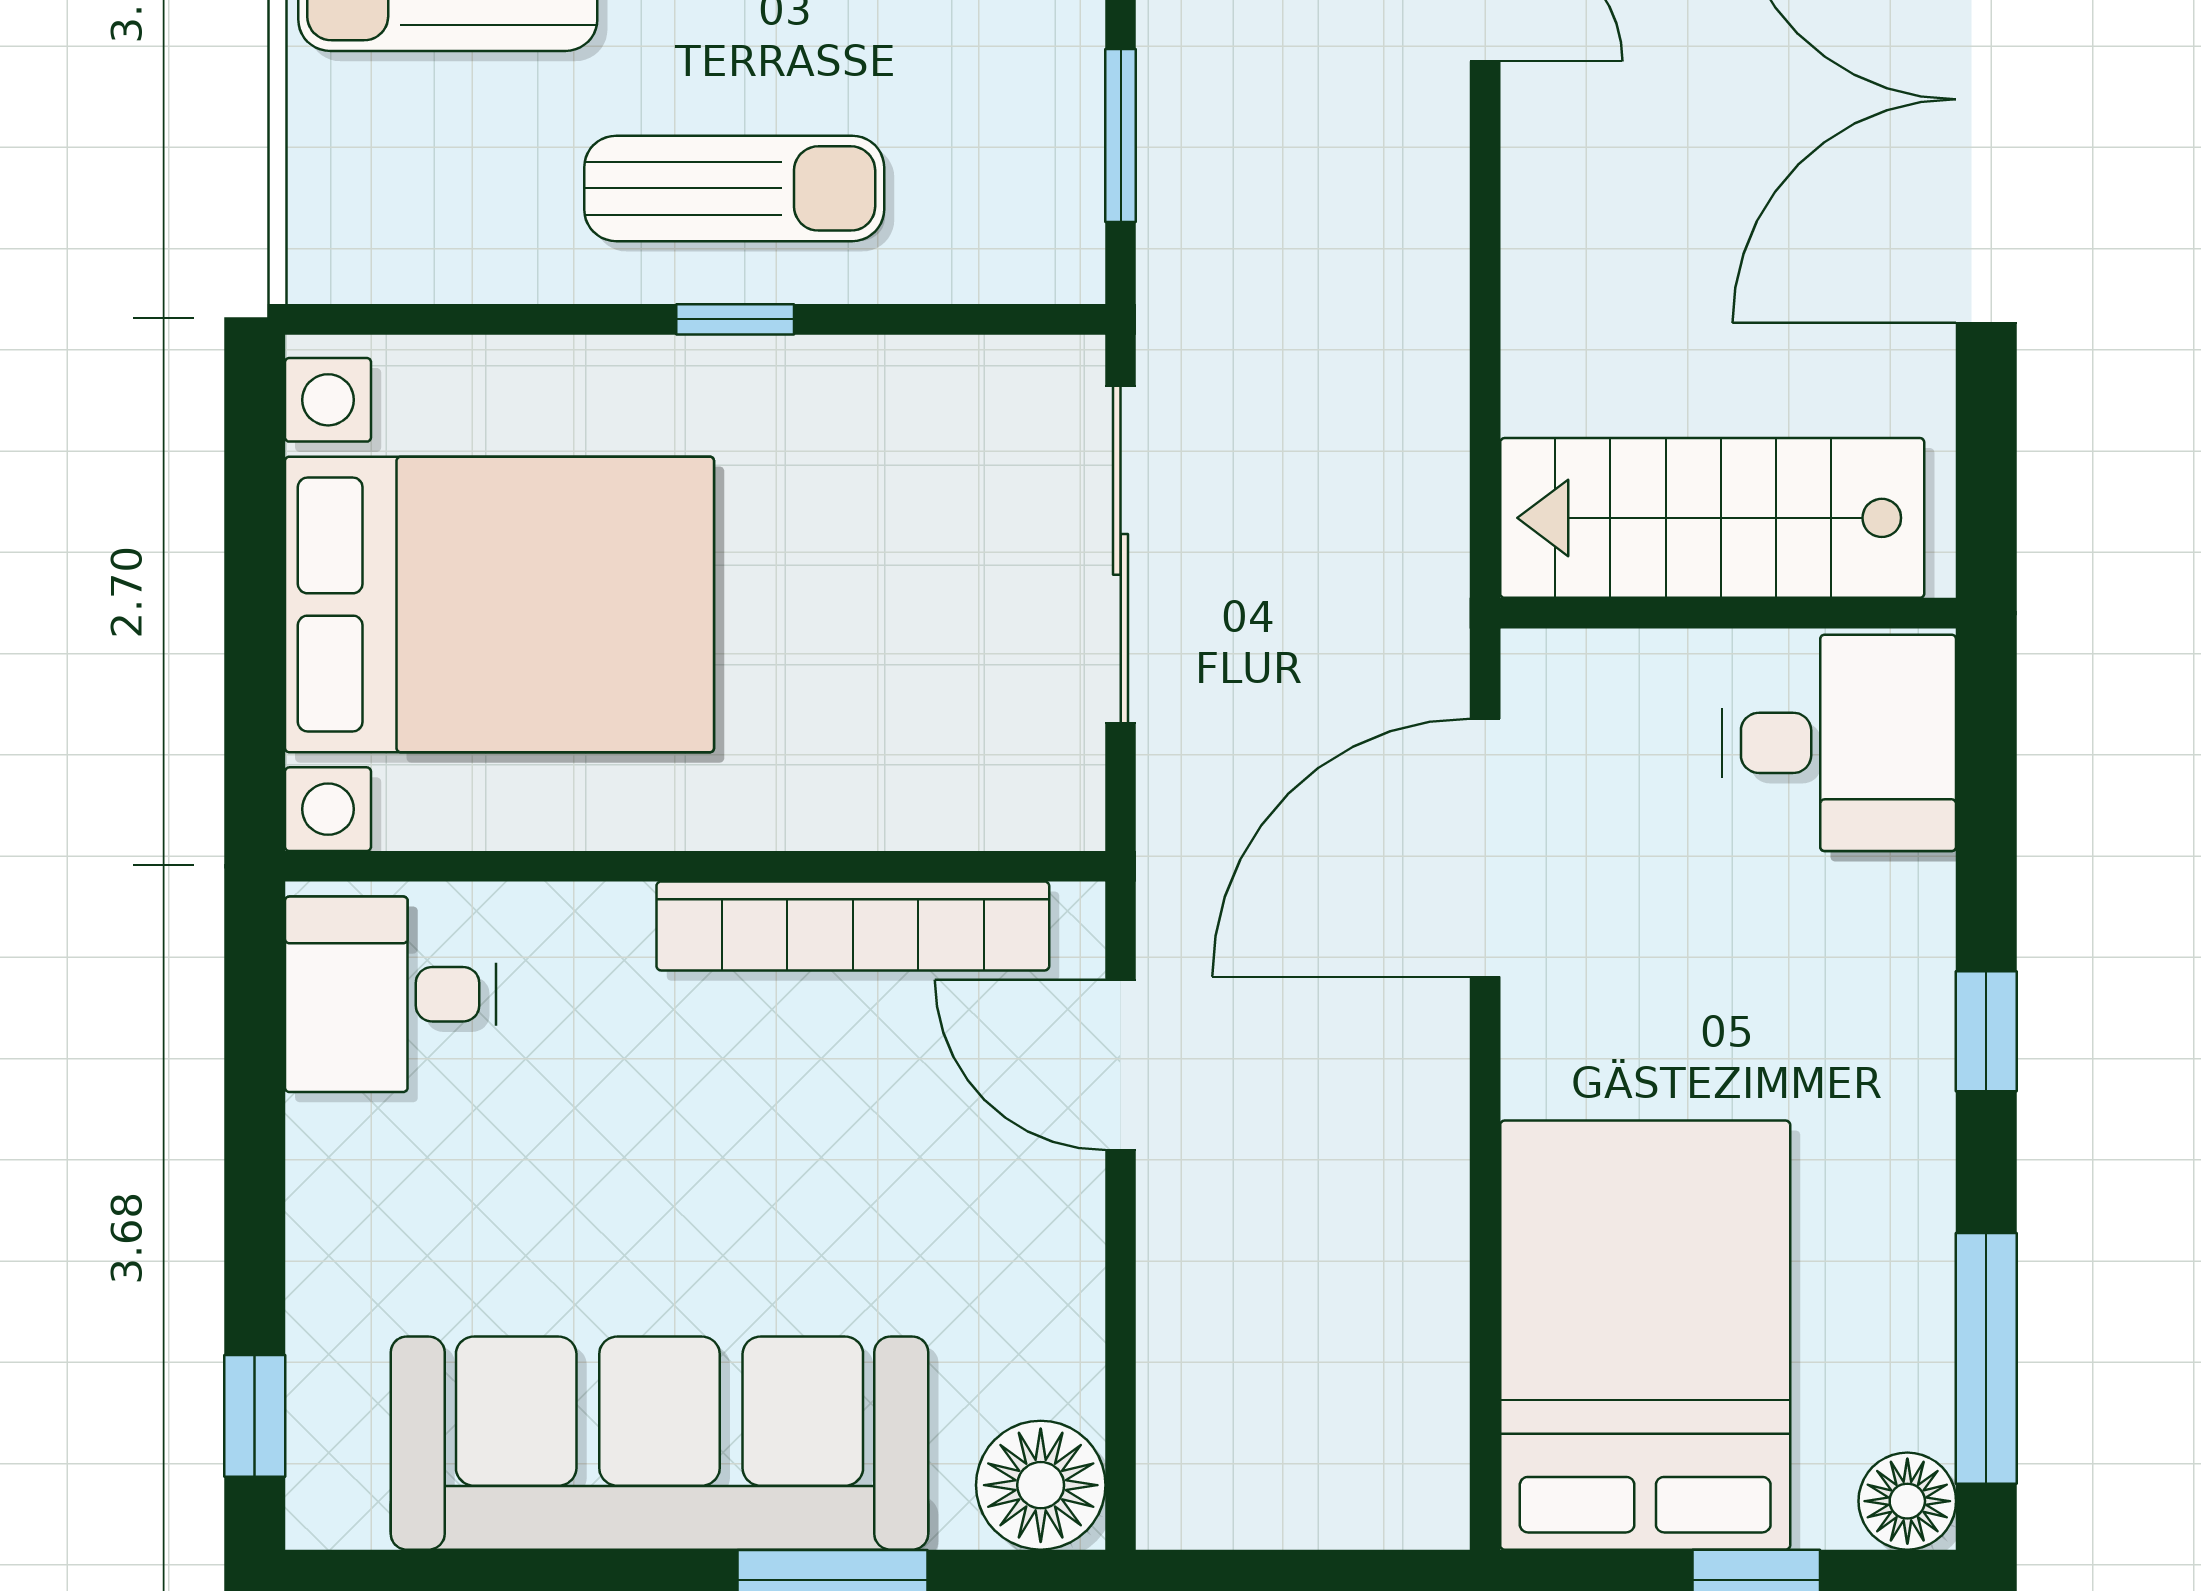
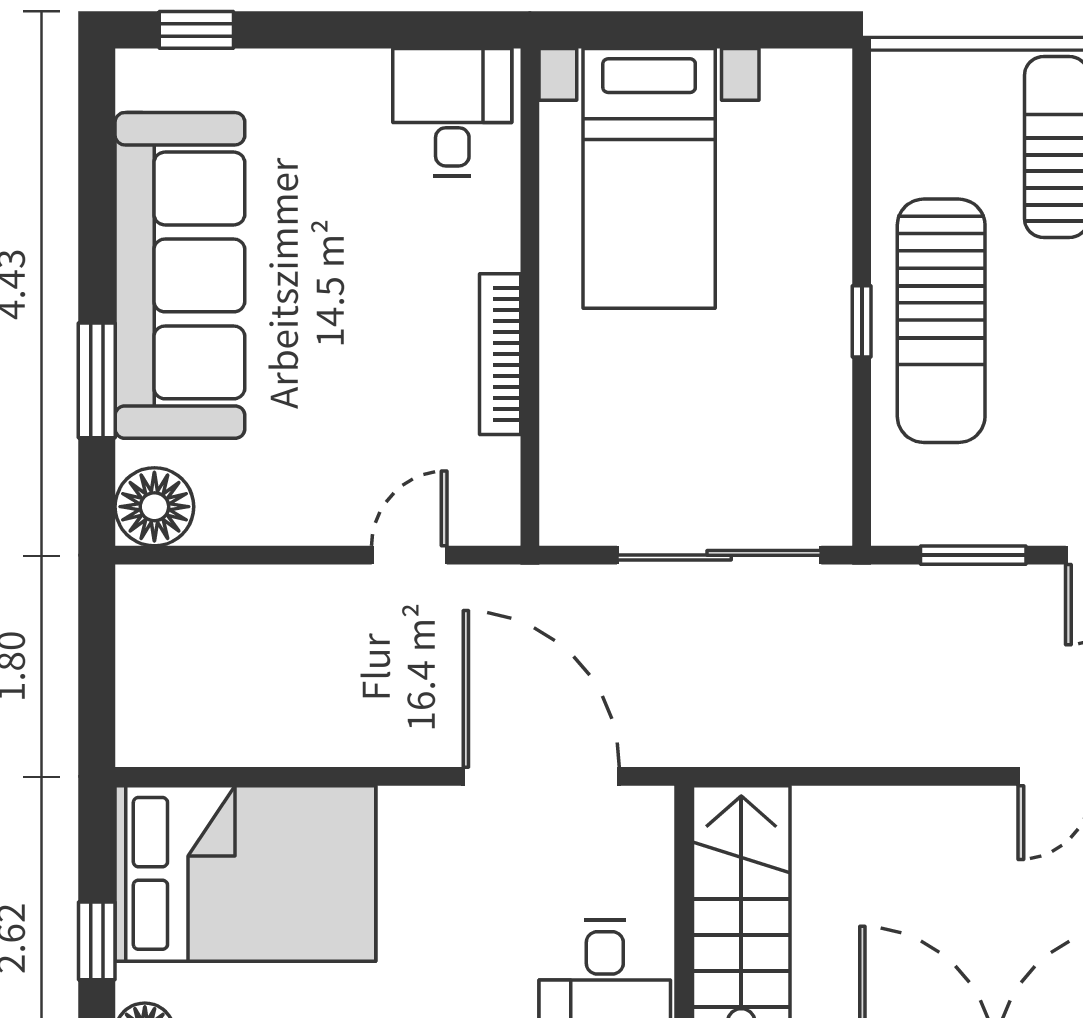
sun lounger: (734, 188) -> (941, 321), width x1.36, depth x1.34
bed with nightstands: (500, 604) -> (649, 178), width x0.73
bookcase: (853, 926) -> (500, 354), width x0.68, depth x0.76
door: (1121, 1065) -> (409, 555), width x0.73

